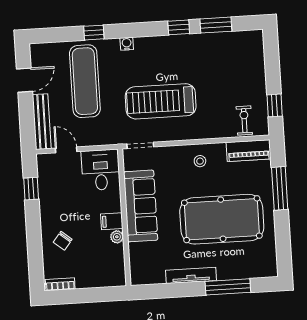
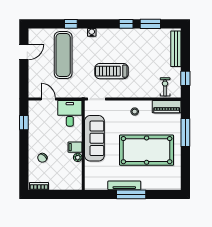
treadmill: (161, 101) -> (112, 71), width x0.73, depth x0.73
bench: (42, 122) -> (176, 49), moved
window: (228, 287) -> (131, 194), moved

